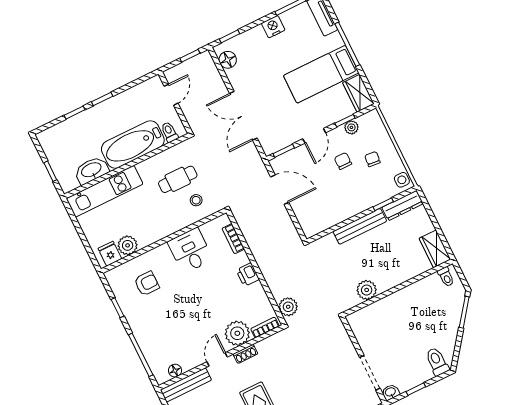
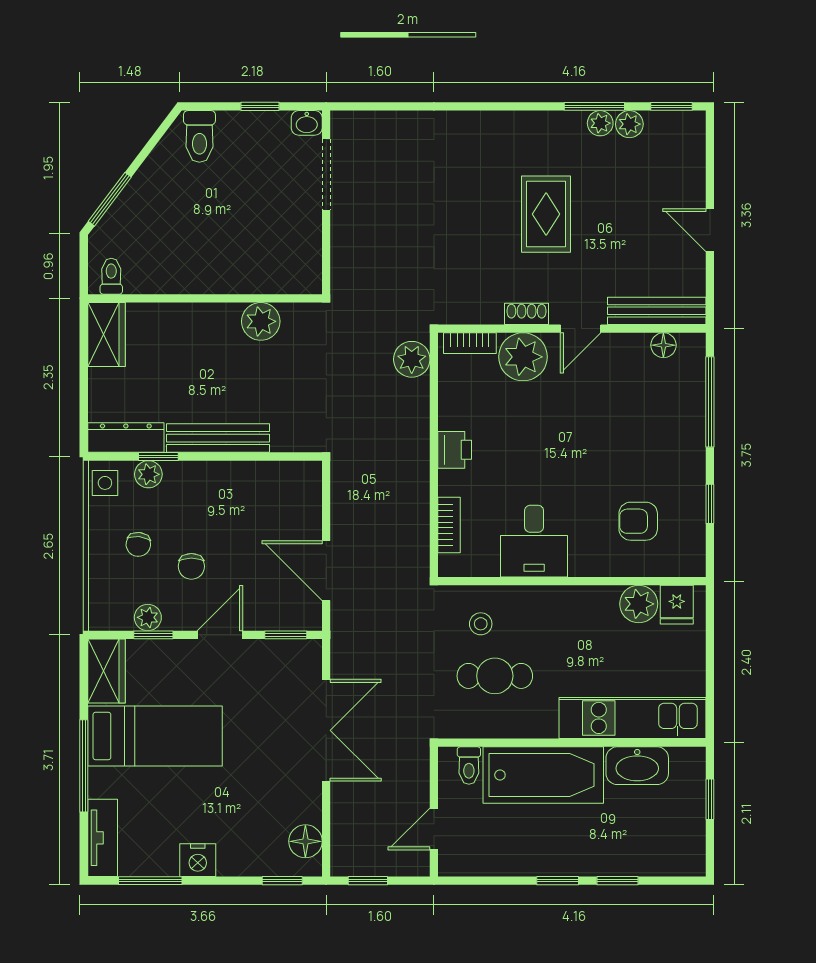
plant: (384, 194) -> (148, 474), added

